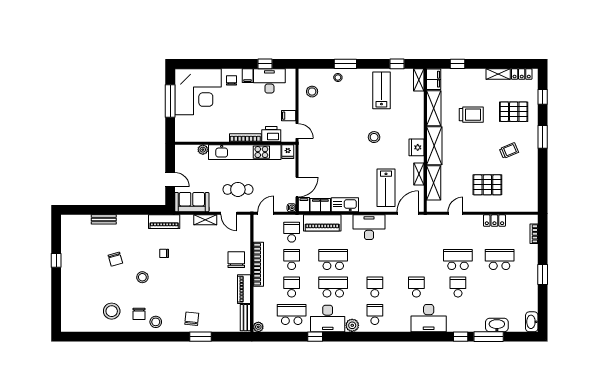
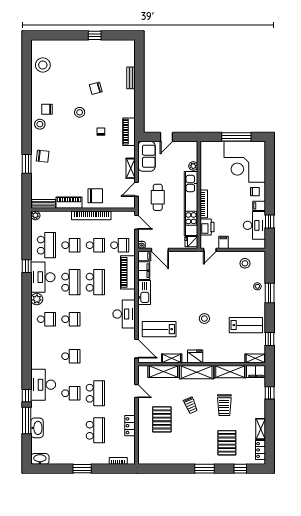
trolley: (509, 151) -> (191, 405), moved
stool: (112, 311) -> (43, 65), moved
desk: (429, 318) -> (43, 385), moved

